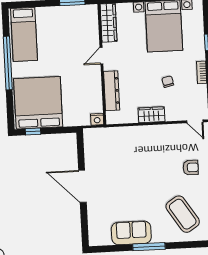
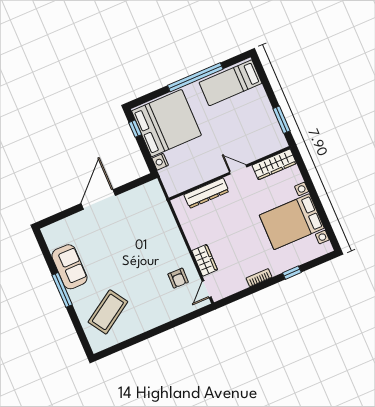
chair: (168, 82) -> (237, 247), removed
wardrobe: (152, 115) -> (205, 260), moved
nightstand: (97, 119) -> (160, 162), moved
armchair: (191, 168) -> (178, 278), moved

